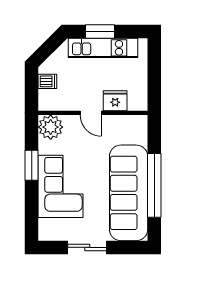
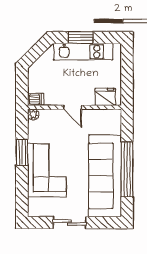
dishwasher: (47, 81) -> (36, 99), moved
fridge: (115, 101) -> (105, 97), moved
plant: (51, 127) -> (33, 115), width x0.53, depth x0.53

